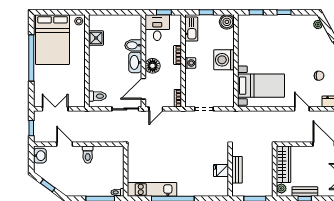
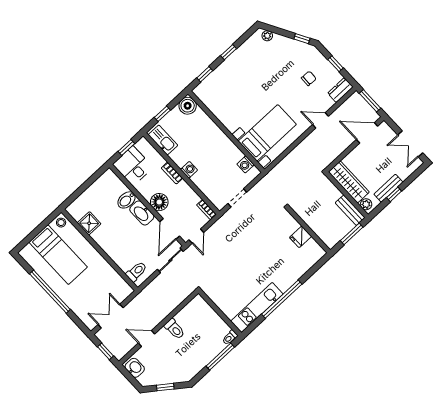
bed: (53, 40) -> (58, 255), width x0.67
washing machine: (224, 60) -> (246, 164), moved, width x0.53, depth x0.53
bench: (237, 170) -> (350, 210), moved

